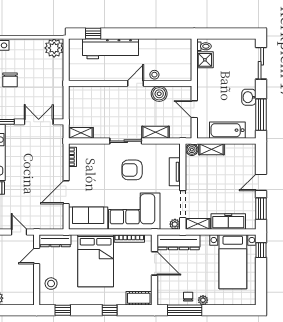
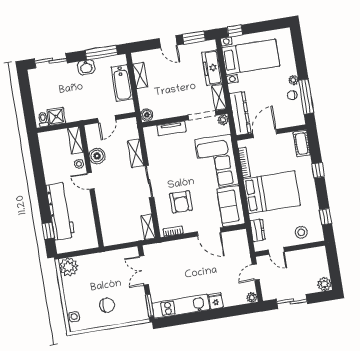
shelving: (178, 75) -> (75, 140), added
shelving: (211, 149) -> (140, 76), moved
armchair: (132, 170) -> (181, 202), moved
dresser: (55, 241) -> (258, 230), width x0.70

